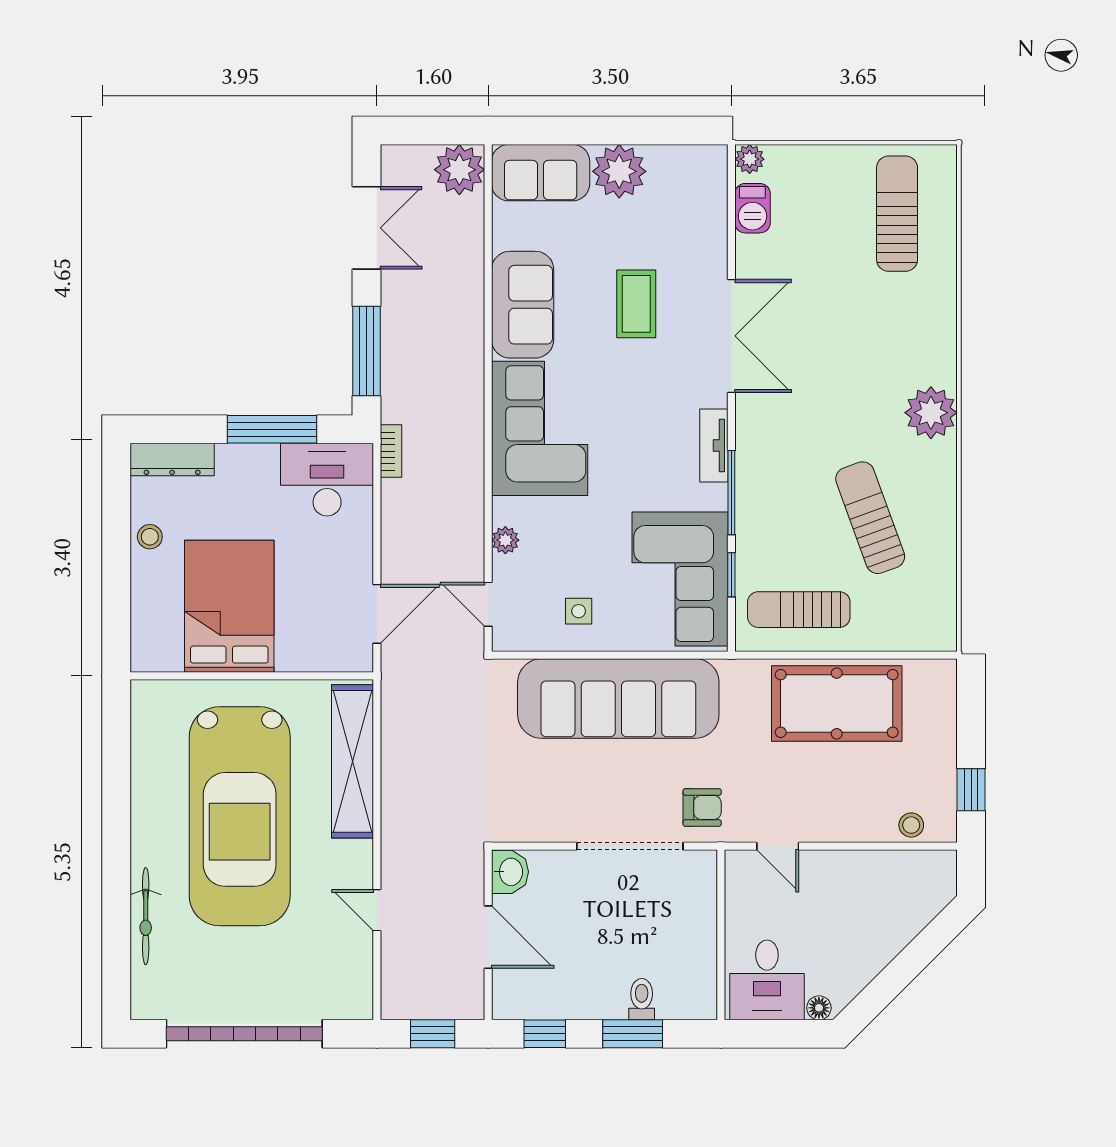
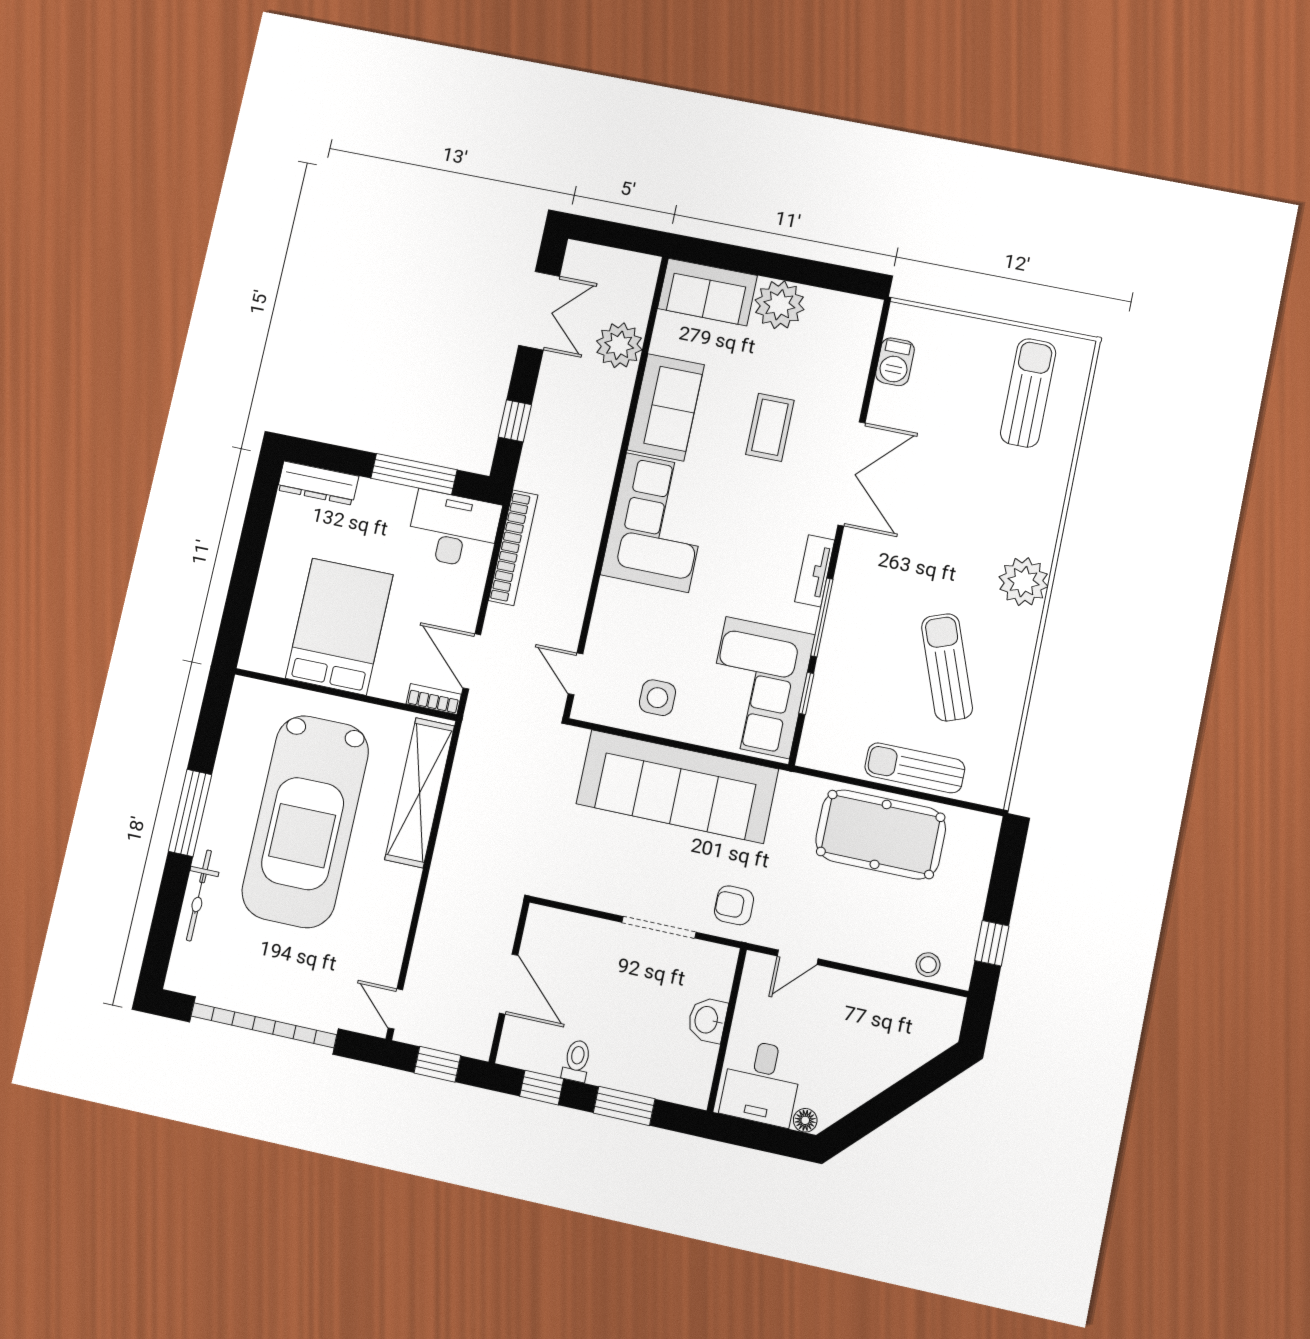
plant: (750, 159) -> (901, 317), removed
plant: (459, 170) -> (619, 345), moved
window: (367, 351) -> (515, 421), width x0.46
bookcase: (391, 451) -> (513, 548), width x2.31, depth x1.31
stool: (150, 537) -> (282, 549), removed
plant: (505, 540) -> (604, 618), removed
sun lounger: (799, 610) -> (915, 768), moved
side table: (579, 611) -> (657, 698), width x1.37, depth x1.37
door: (377, 614) -> (472, 661), swing flipped
bookcase: (346, 661) -> (434, 699), added
armchair: (702, 807) -> (734, 905), turned 180
window: (116, 833) -> (190, 813), added
doorway: (630, 846) -> (659, 927), width x0.73
door: (778, 846) -> (798, 957), hinge flipped
washbasin: (510, 872) -> (707, 1020), moved, turned 180
door: (377, 910) -> (395, 1009), moved
toilet: (642, 999) -> (577, 1061), moved

